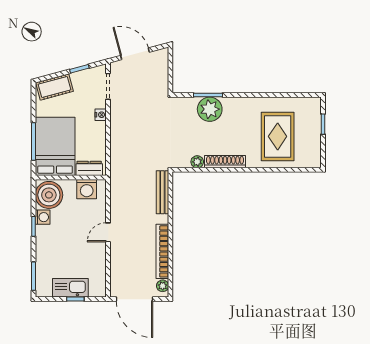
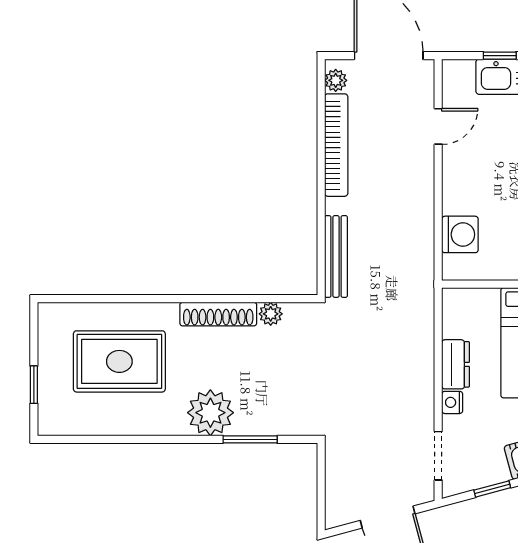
plant: (210, 109) -> (210, 413), moved
rug: (278, 136) -> (119, 361), turned 90
dresser: (89, 168) -> (456, 364), moved, turned -90
washing machine: (87, 189) -> (460, 234), moved, turned 90
door: (108, 232) -> (438, 126), moved

